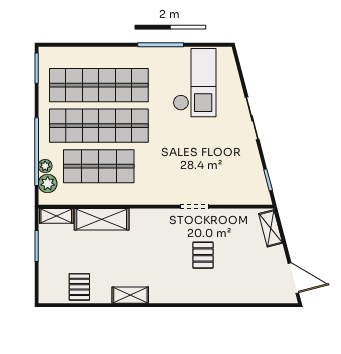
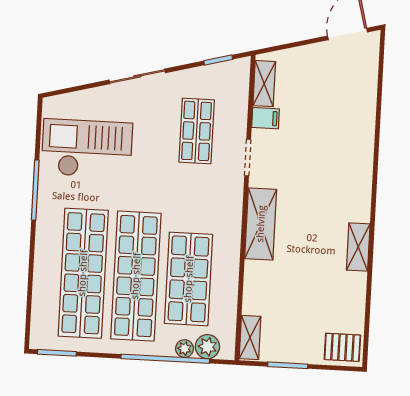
shop shelf: (213, 166) -> (197, 131), added
shelving: (102, 219) -> (261, 224), moved
filing cabinet: (225, 219) -> (265, 118), added
shelving: (271, 228) -> (264, 84), moved, turned -76
pallet: (203, 255) -> (311, 150), removed
pallet: (79, 287) -> (342, 347), moved

